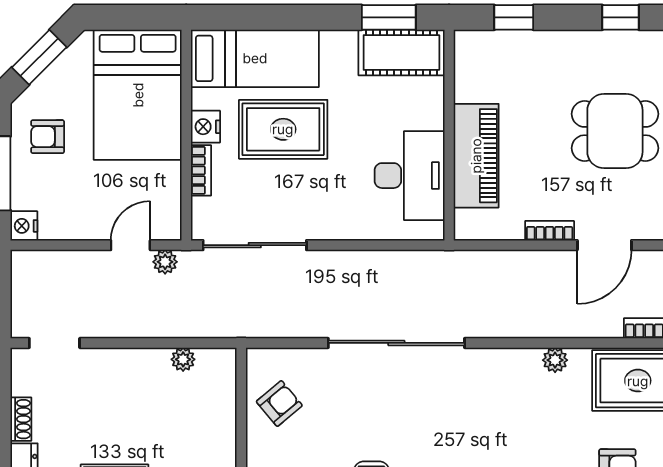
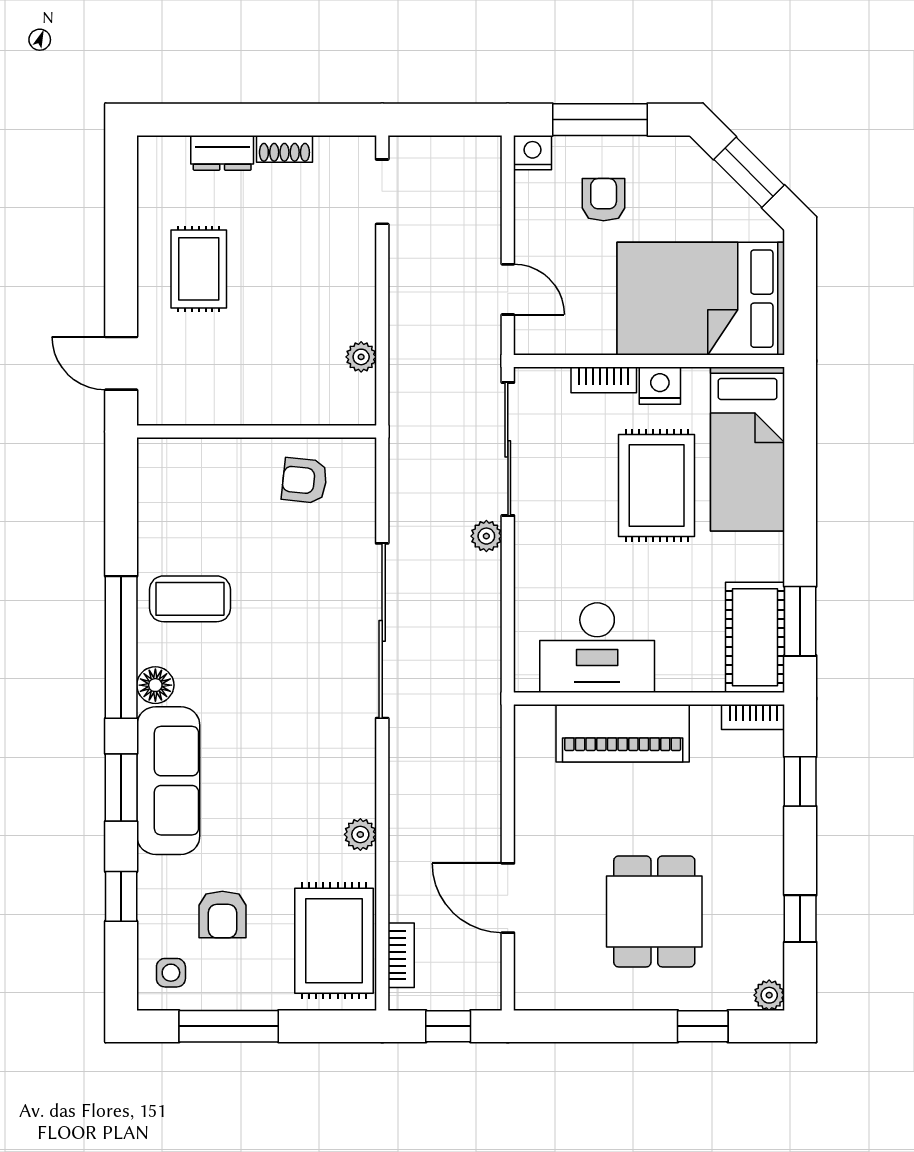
armchair: (48, 137) -> (604, 200), moved
bookcase: (550, 231) -> (753, 717), moved, turned 90
plant: (165, 262) -> (486, 536), moved
armchair: (279, 403) -> (304, 481), turned 136

